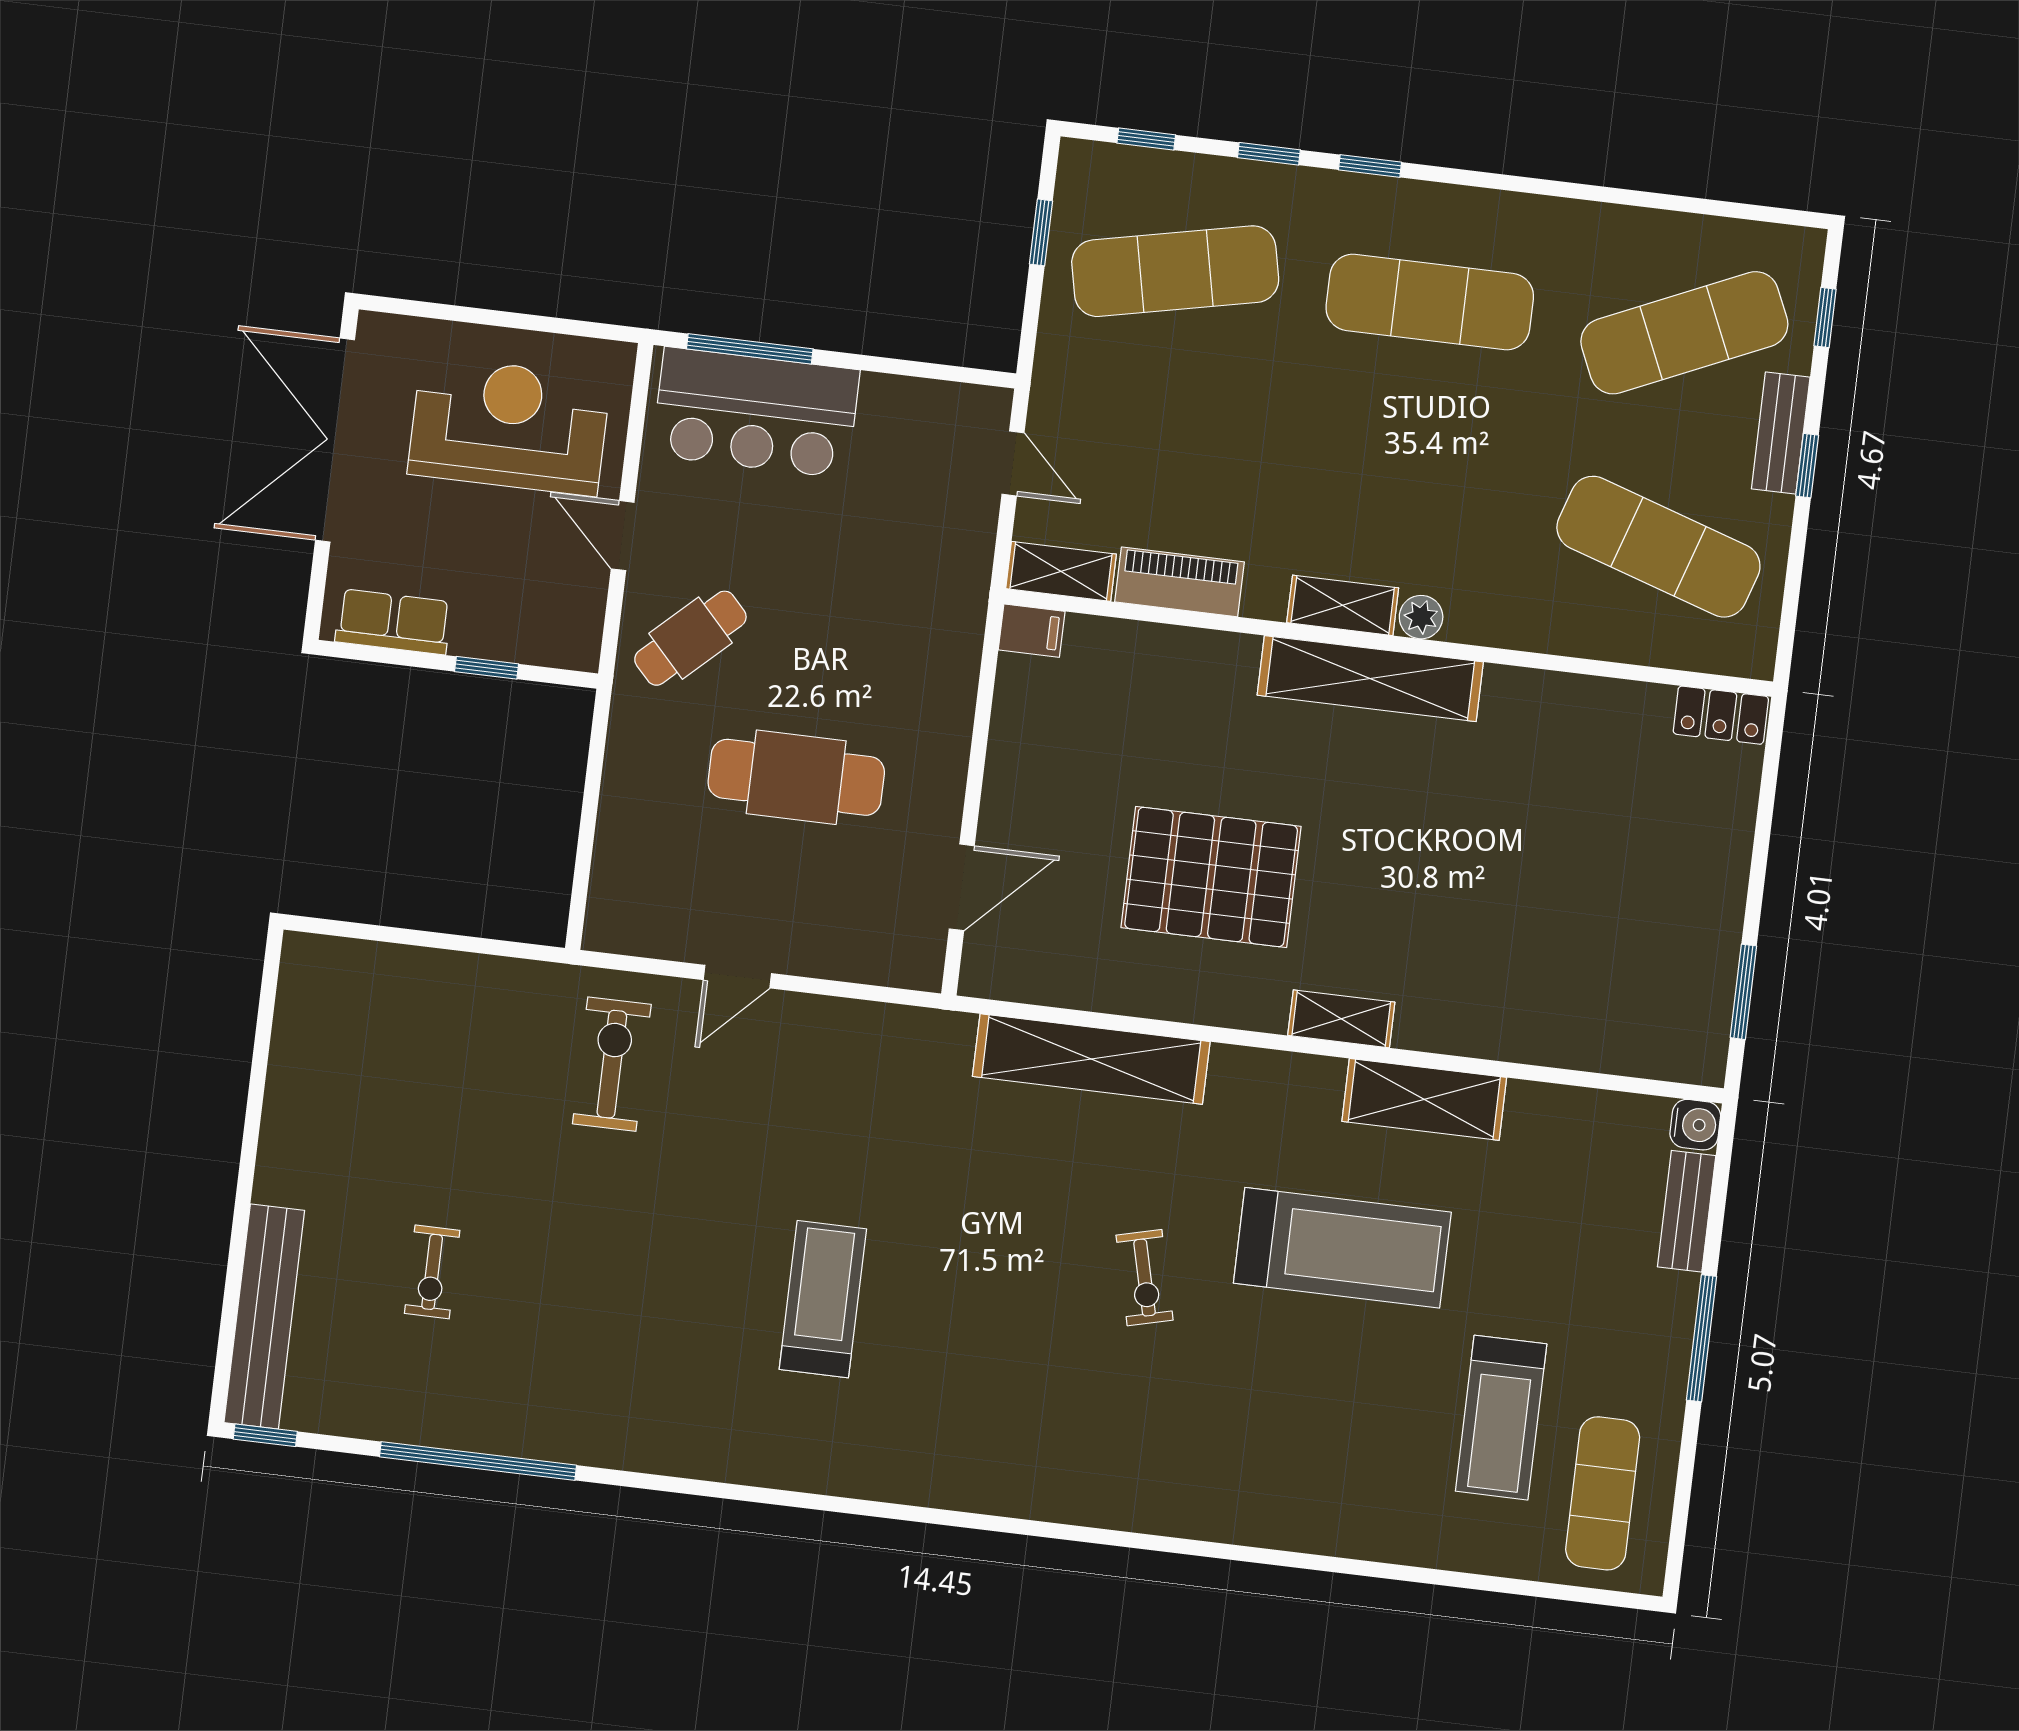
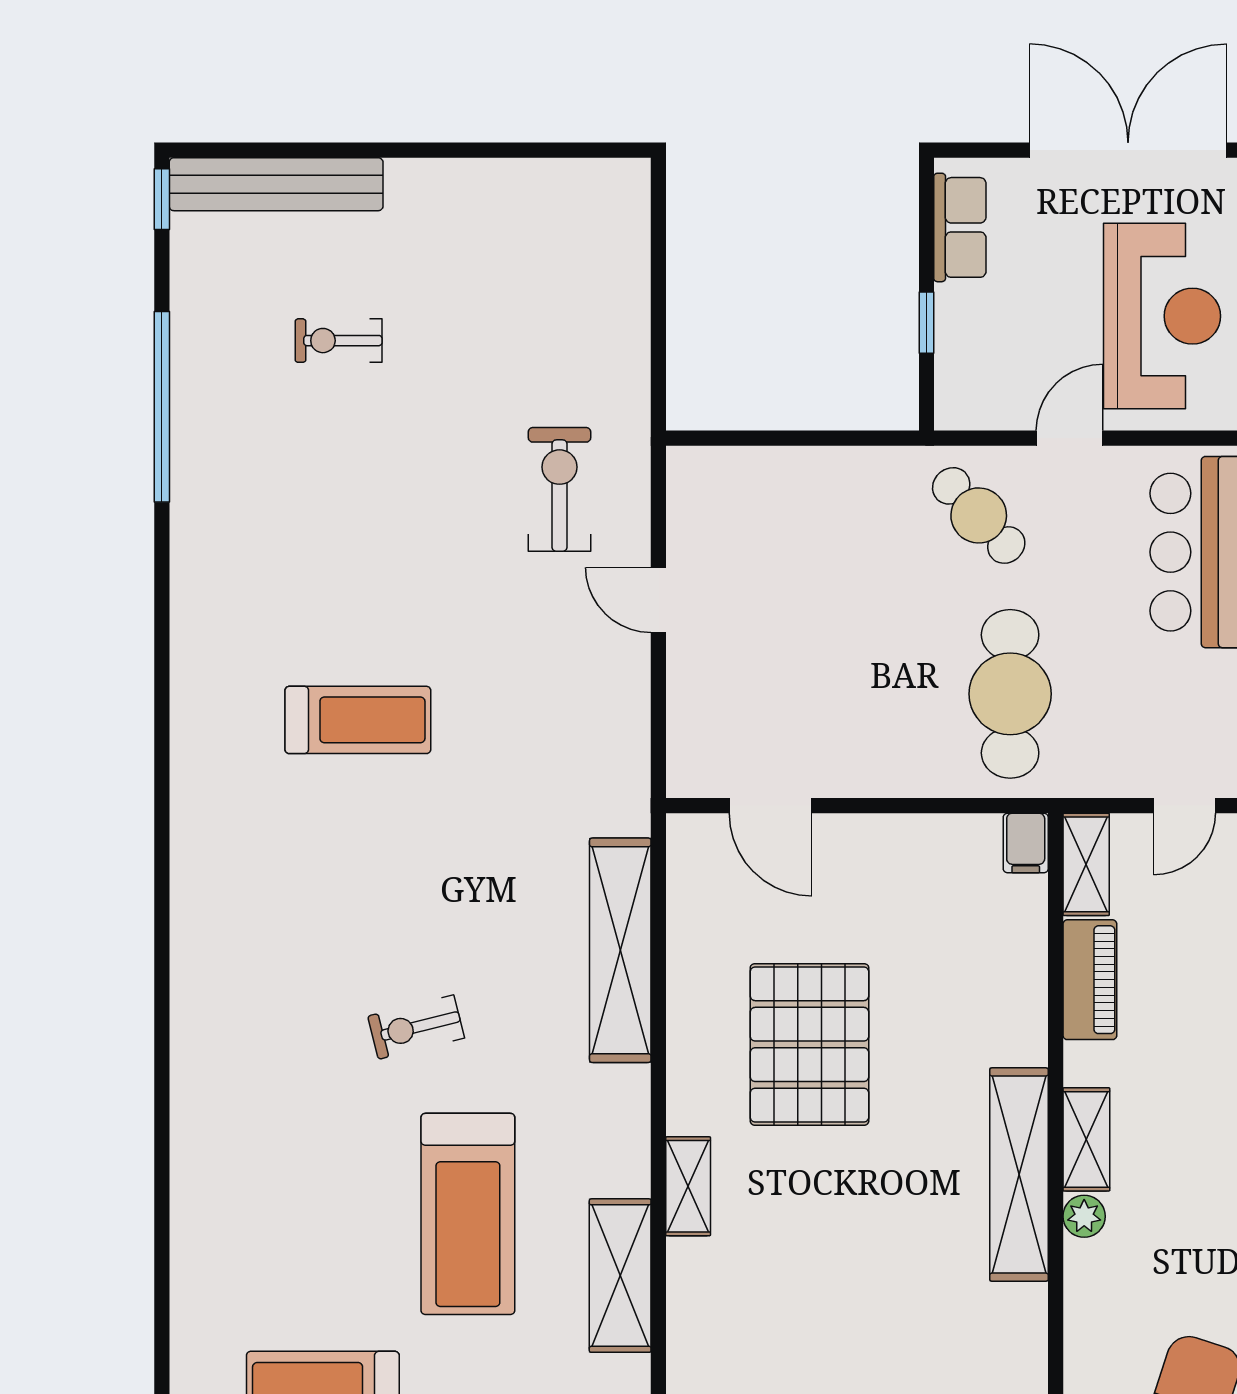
cafe table: (796, 777) -> (1010, 694), moved
exercise bike: (612, 1064) -> (560, 489), turned -90

